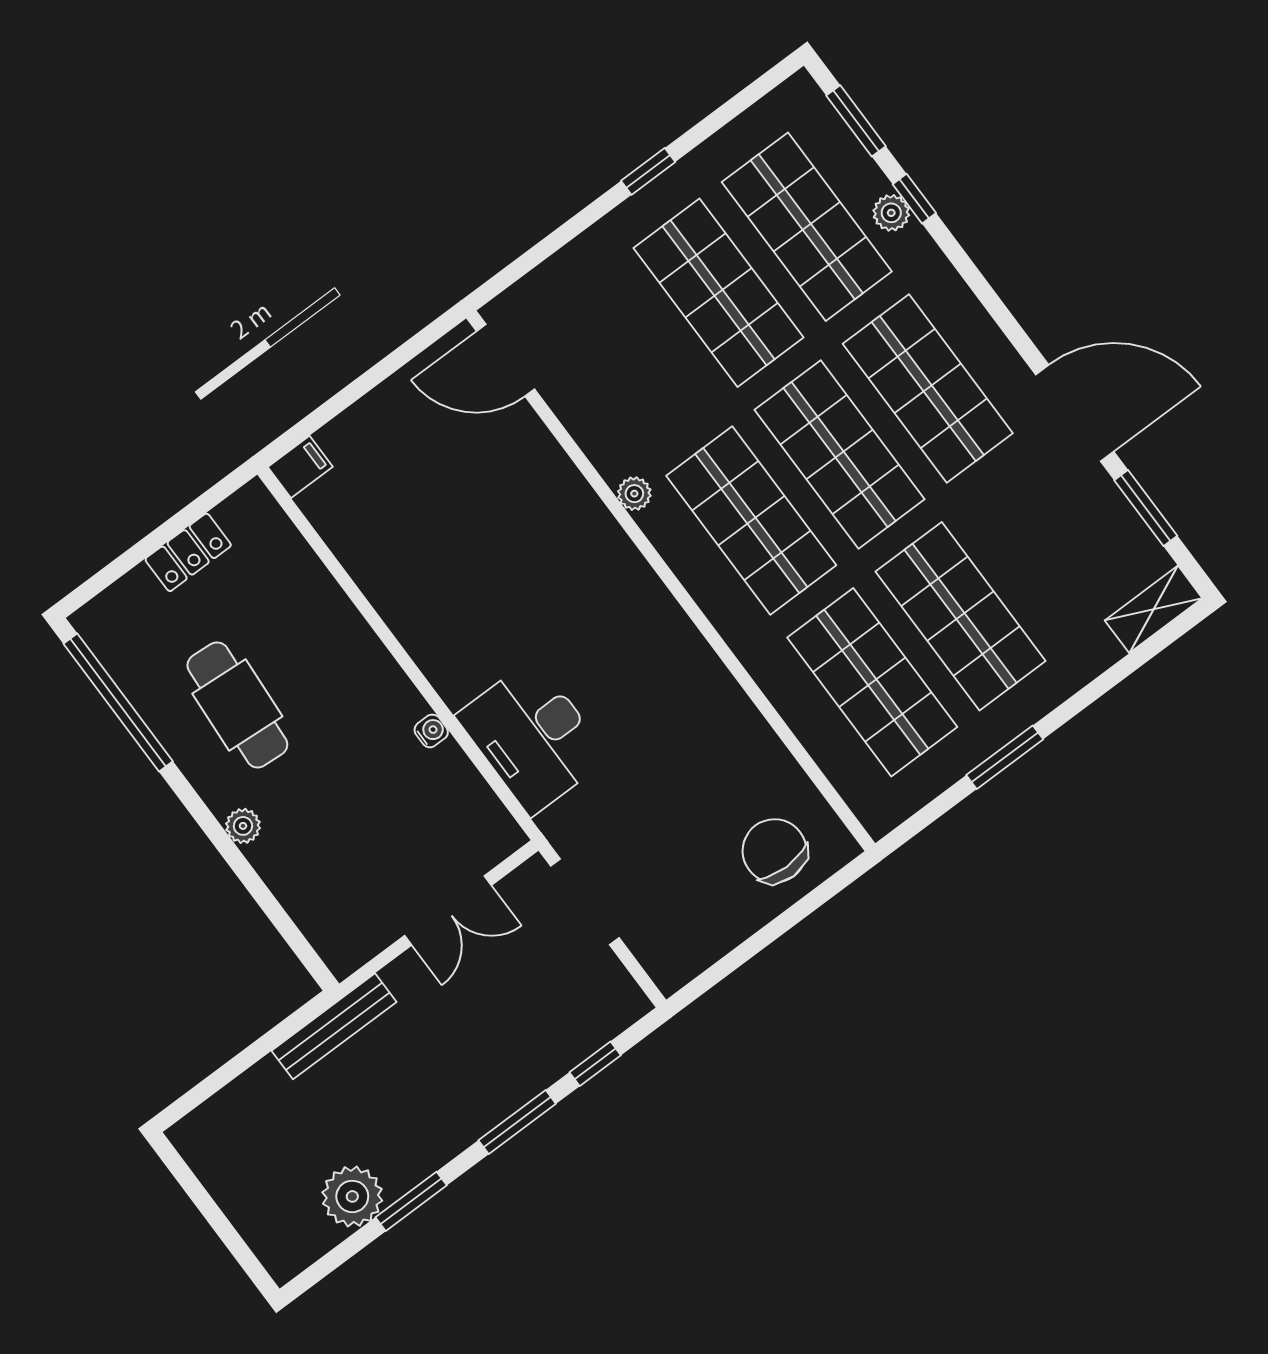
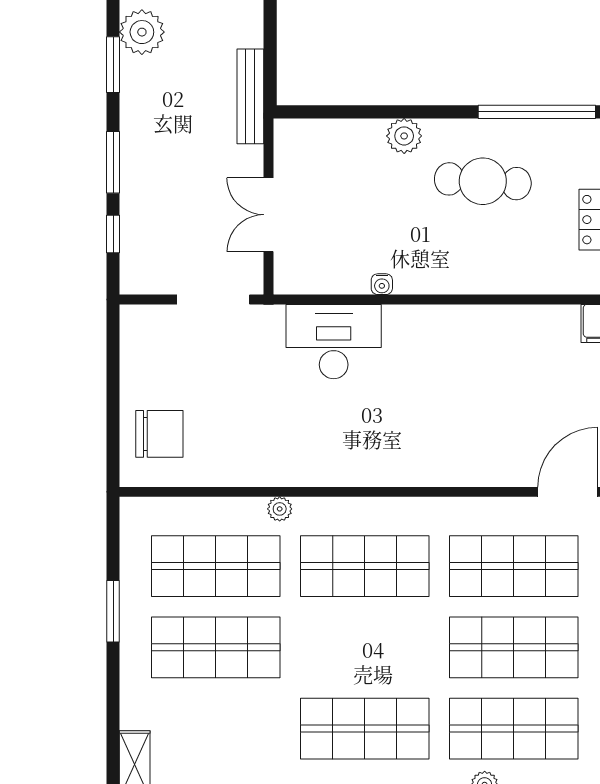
shop shelf: (840, 454) -> (514, 566), moved
plant: (634, 494) -> (280, 509), moved
plant: (243, 826) -> (404, 136), width x1.38, depth x1.38

